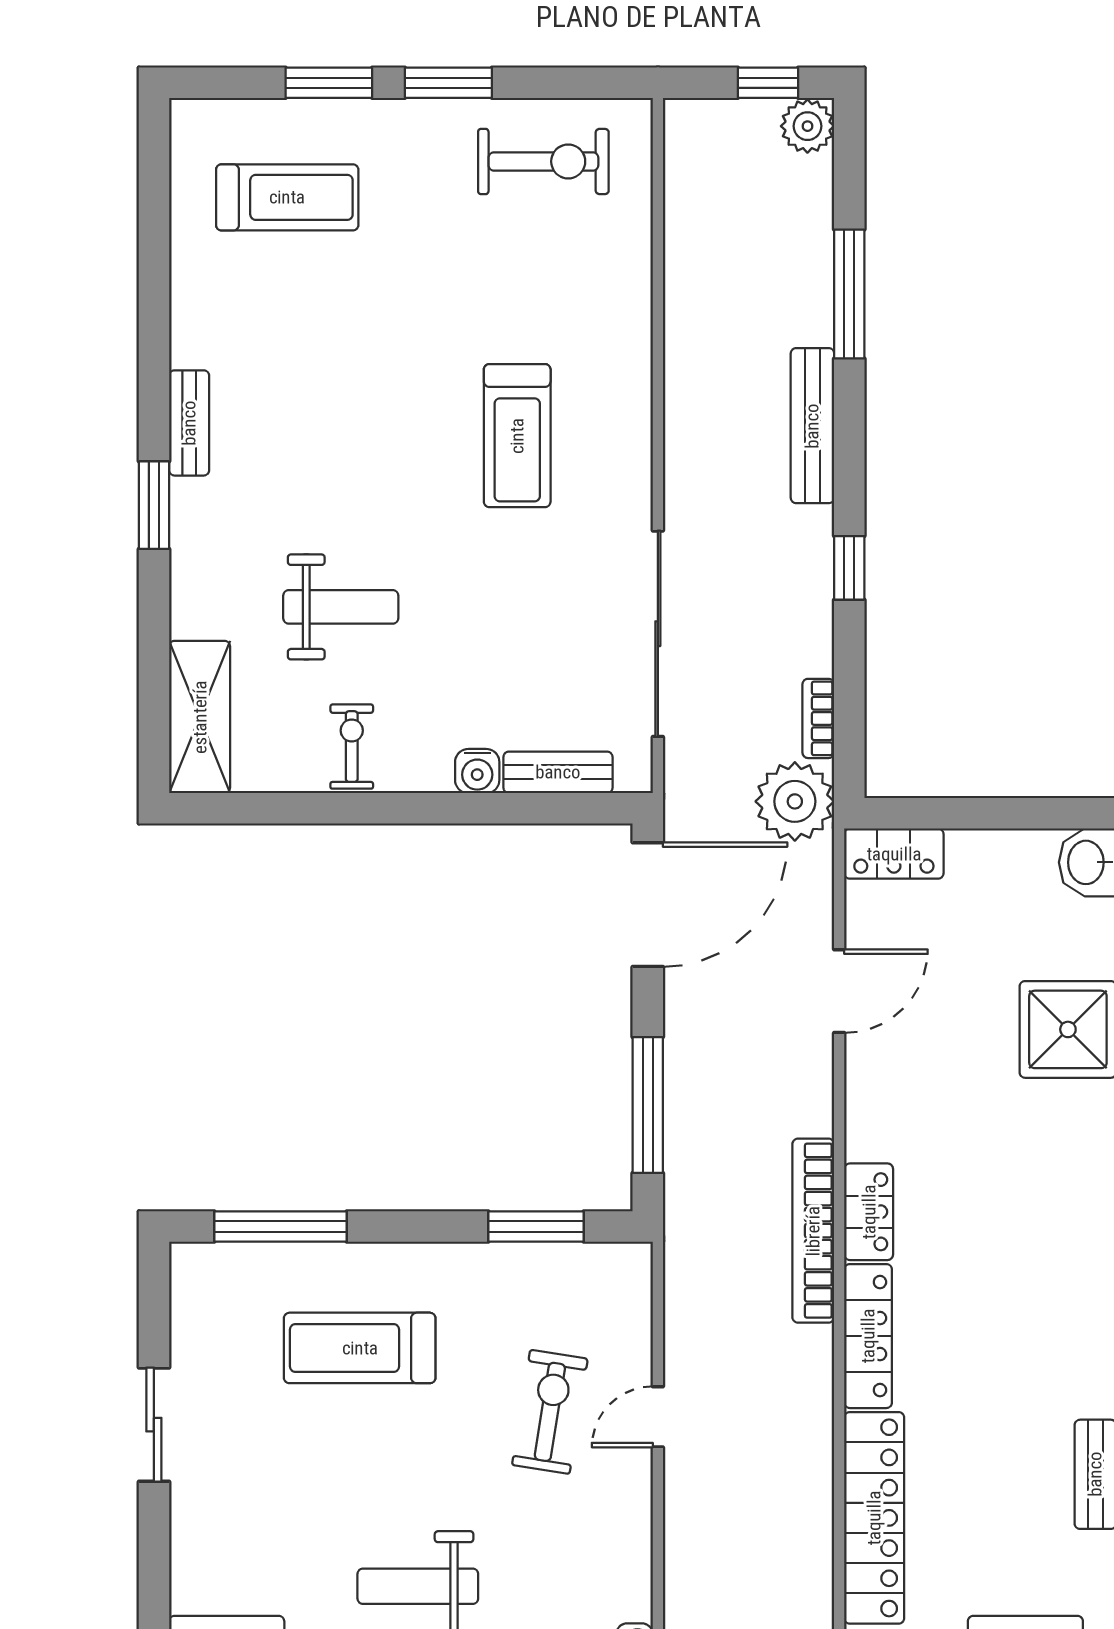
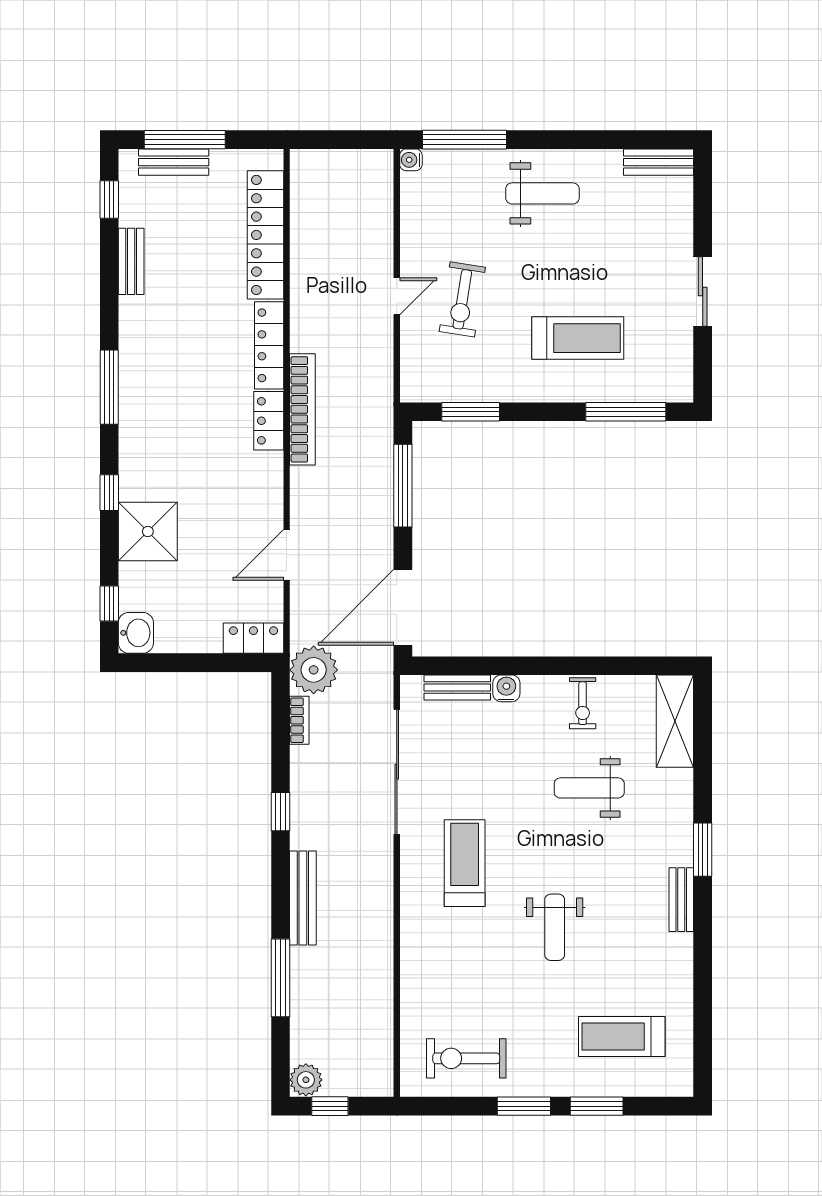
weight bench: (398, 377) -> (555, 927), added
treadmill: (517, 436) -> (465, 863), moved

